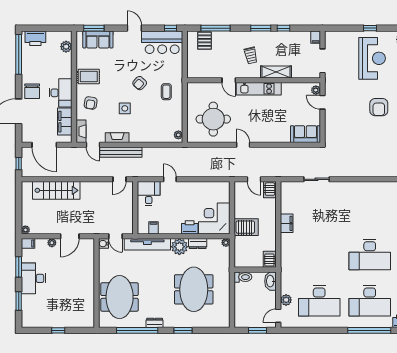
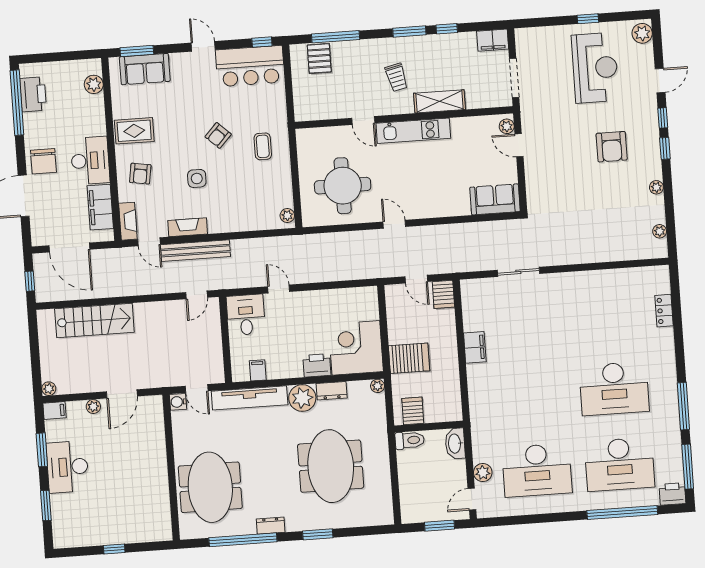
filing cabinet: (316, 37) -> (493, 40), width x2.00
printer: (35, 38) -> (33, 94), moved, turned -90
server rack: (269, 259) -> (413, 411), moved

